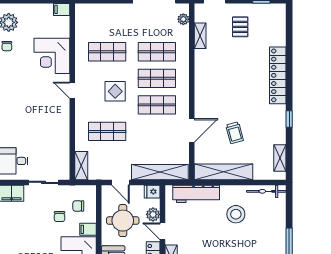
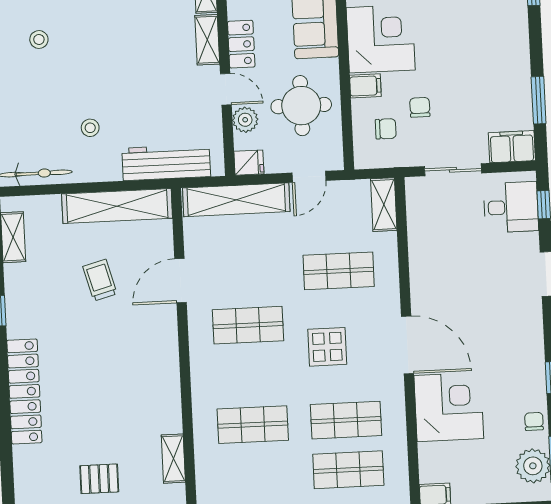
plant: (183, 19) -> (206, 488), removed
pallet: (240, 27) -> (99, 479), turned 90
shop shelf: (157, 78) -> (348, 470), moved
door: (72, 90) -> (408, 345), width x1.88
door: (120, 182) -> (309, 177), swing flipped
stool: (236, 214) -> (90, 128), width x0.53, depth x0.53

